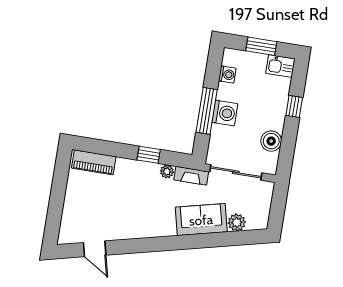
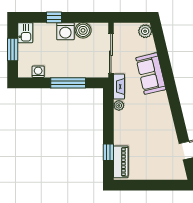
washing machine: (225, 113) -> (65, 31), moved, turned 180
window: (149, 155) -> (108, 152), moved
plant: (237, 223) -> (145, 31), moved

